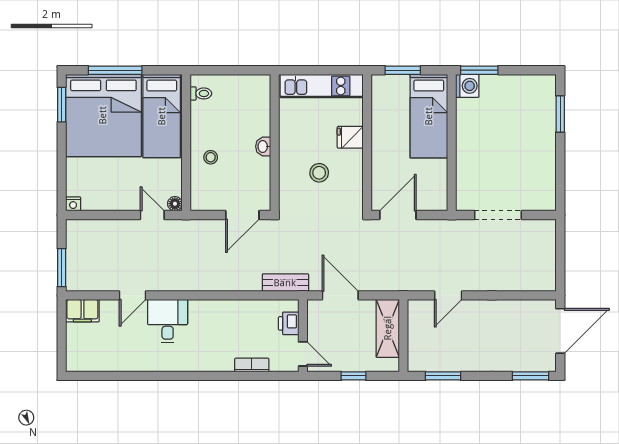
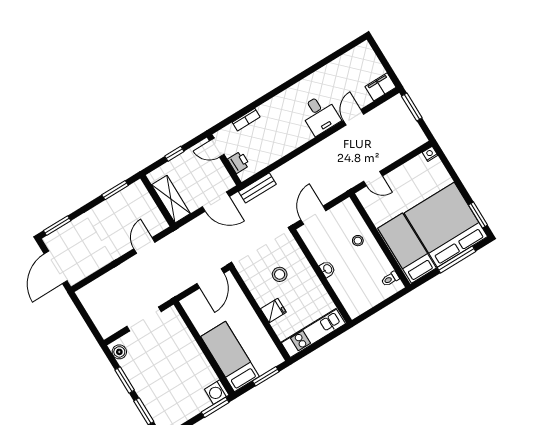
window: (560, 161) -> (125, 380), added
boiler: (547, 195) -> (119, 352), added
floor lamp: (175, 204) -> (363, 195), removed

